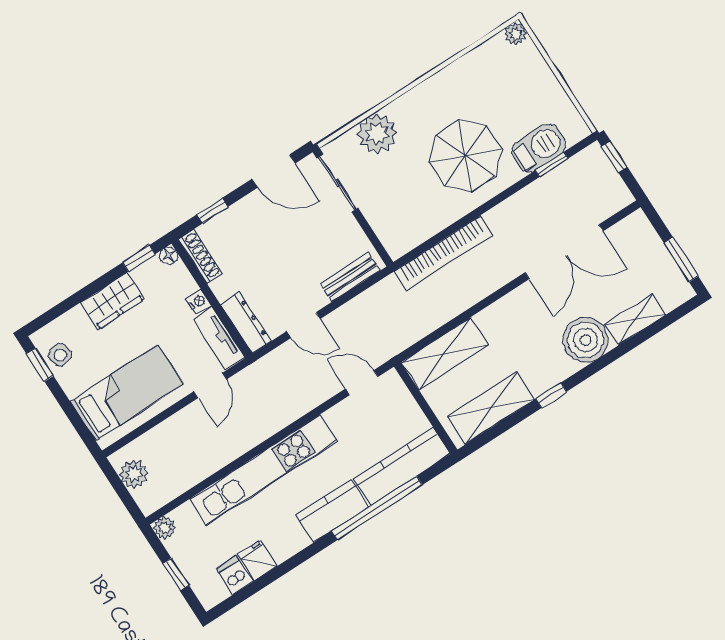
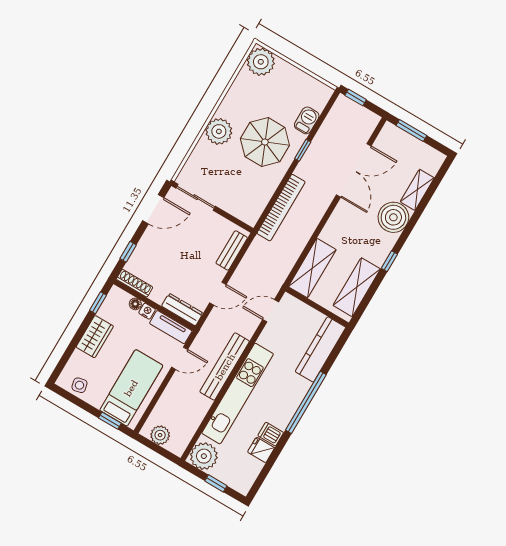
plant: (516, 34) -> (261, 62), width x1.88, depth x1.88
plant: (377, 134) -> (219, 131), moved
barbecue: (539, 148) -> (307, 120), width x0.73, depth x0.79
window: (552, 165) -> (303, 150), moved
floor lamp: (169, 256) -> (135, 304), moved
window: (681, 260) -> (411, 130), moved
window: (40, 365) -> (110, 421), moved
door: (210, 385) -> (180, 358), hinge flipped
bench: (264, 426) -> (225, 367), added
window: (377, 508) -> (306, 402), moved
kitchen counter: (332, 511) -> (291, 397), removed
plant: (165, 528) -> (204, 456), width x1.88, depth x1.88
dishwasher: (235, 575) -> (271, 434), moved

